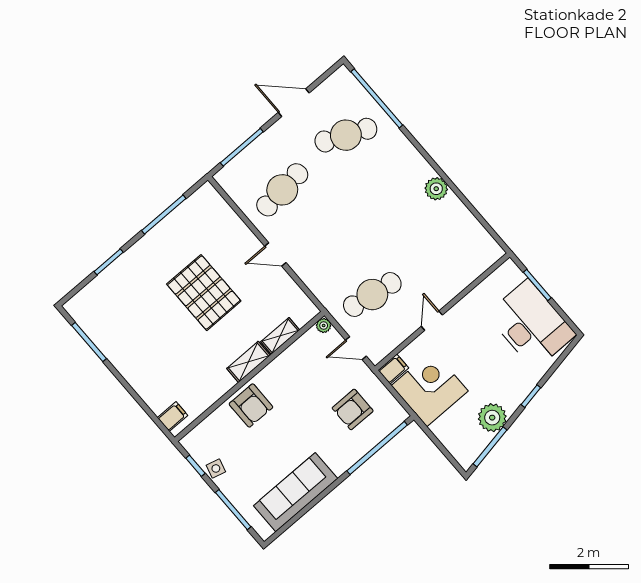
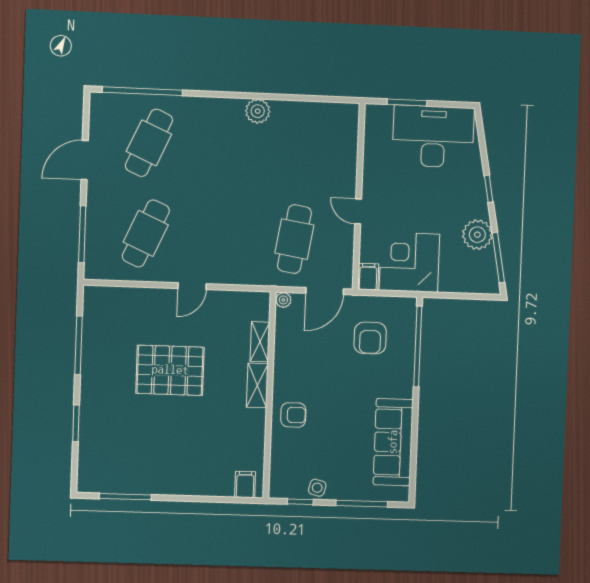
cafe table: (282, 190) -> (146, 233), turned 30
door: (356, 348) -> (325, 291), width x1.38
armchair: (251, 405) -> (293, 415), width x0.72, depth x0.72

